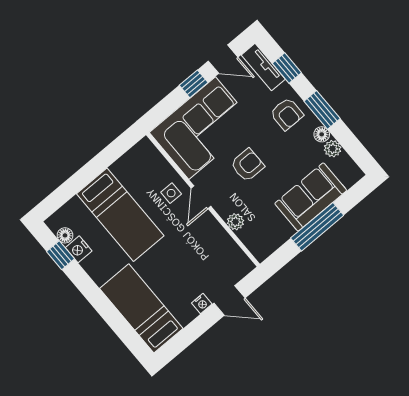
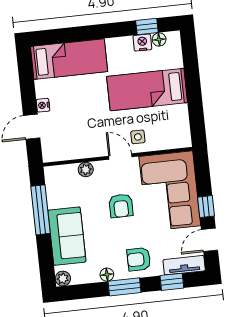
plant: (333, 149) -> (63, 279), moved
window: (317, 227) -> (41, 210), moved

